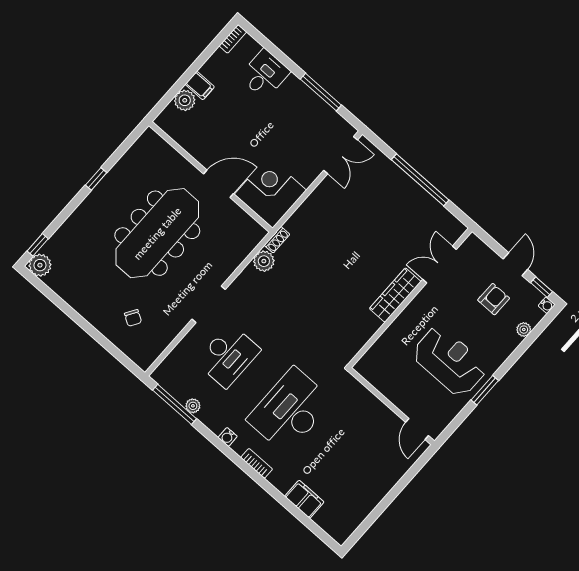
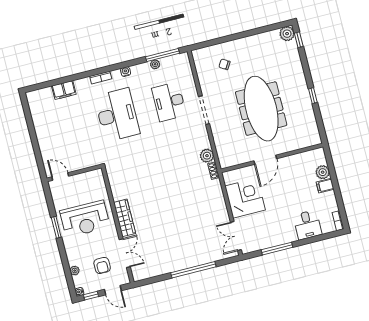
corner desk: (270, 192) -> (245, 198), moved, turned -90
double door: (440, 264) -> (125, 253), moved
wardrobe: (395, 295) -> (125, 218), moved
wall: (410, 298) -> (118, 225), moved

